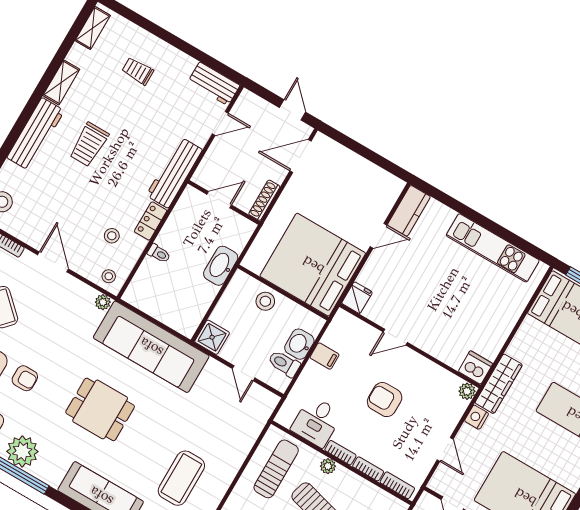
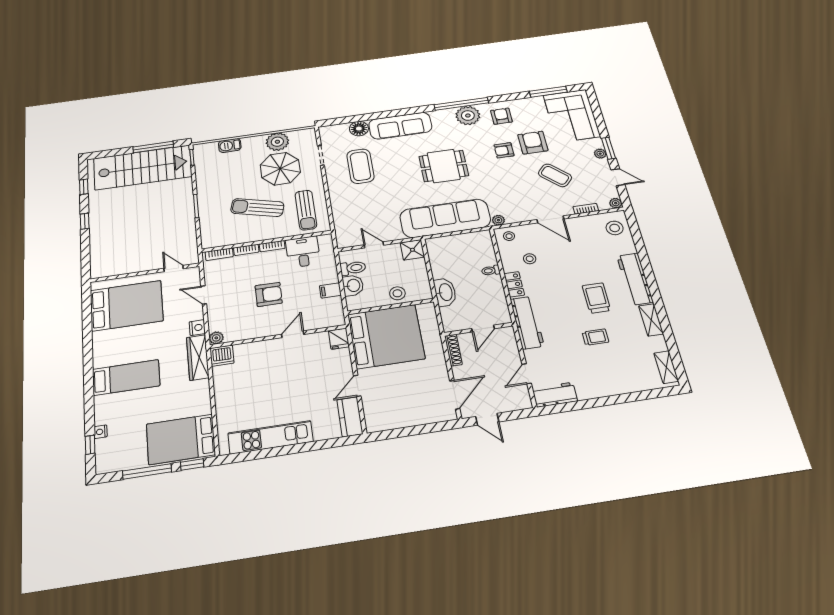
trolley: (138, 71) -> (595, 337), moved
plant: (328, 466) -> (274, 234), removed

